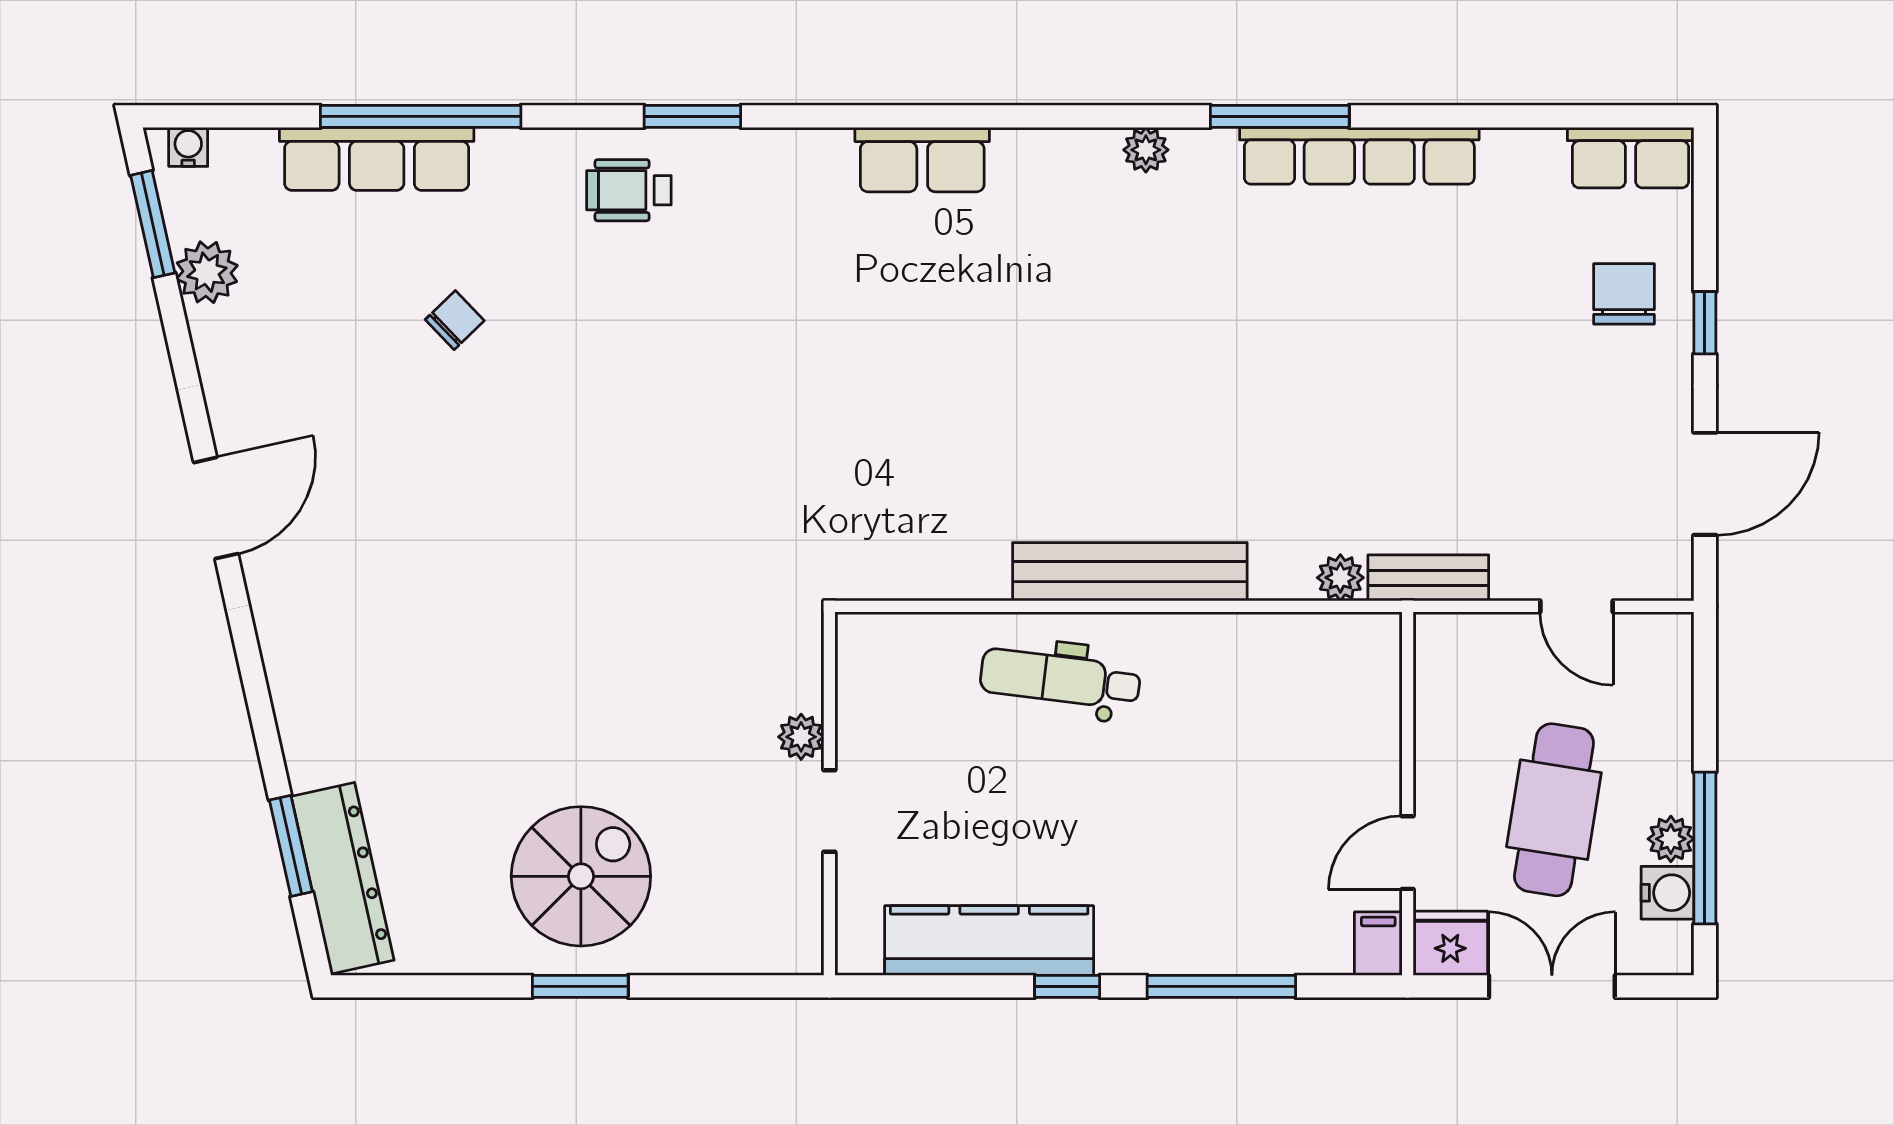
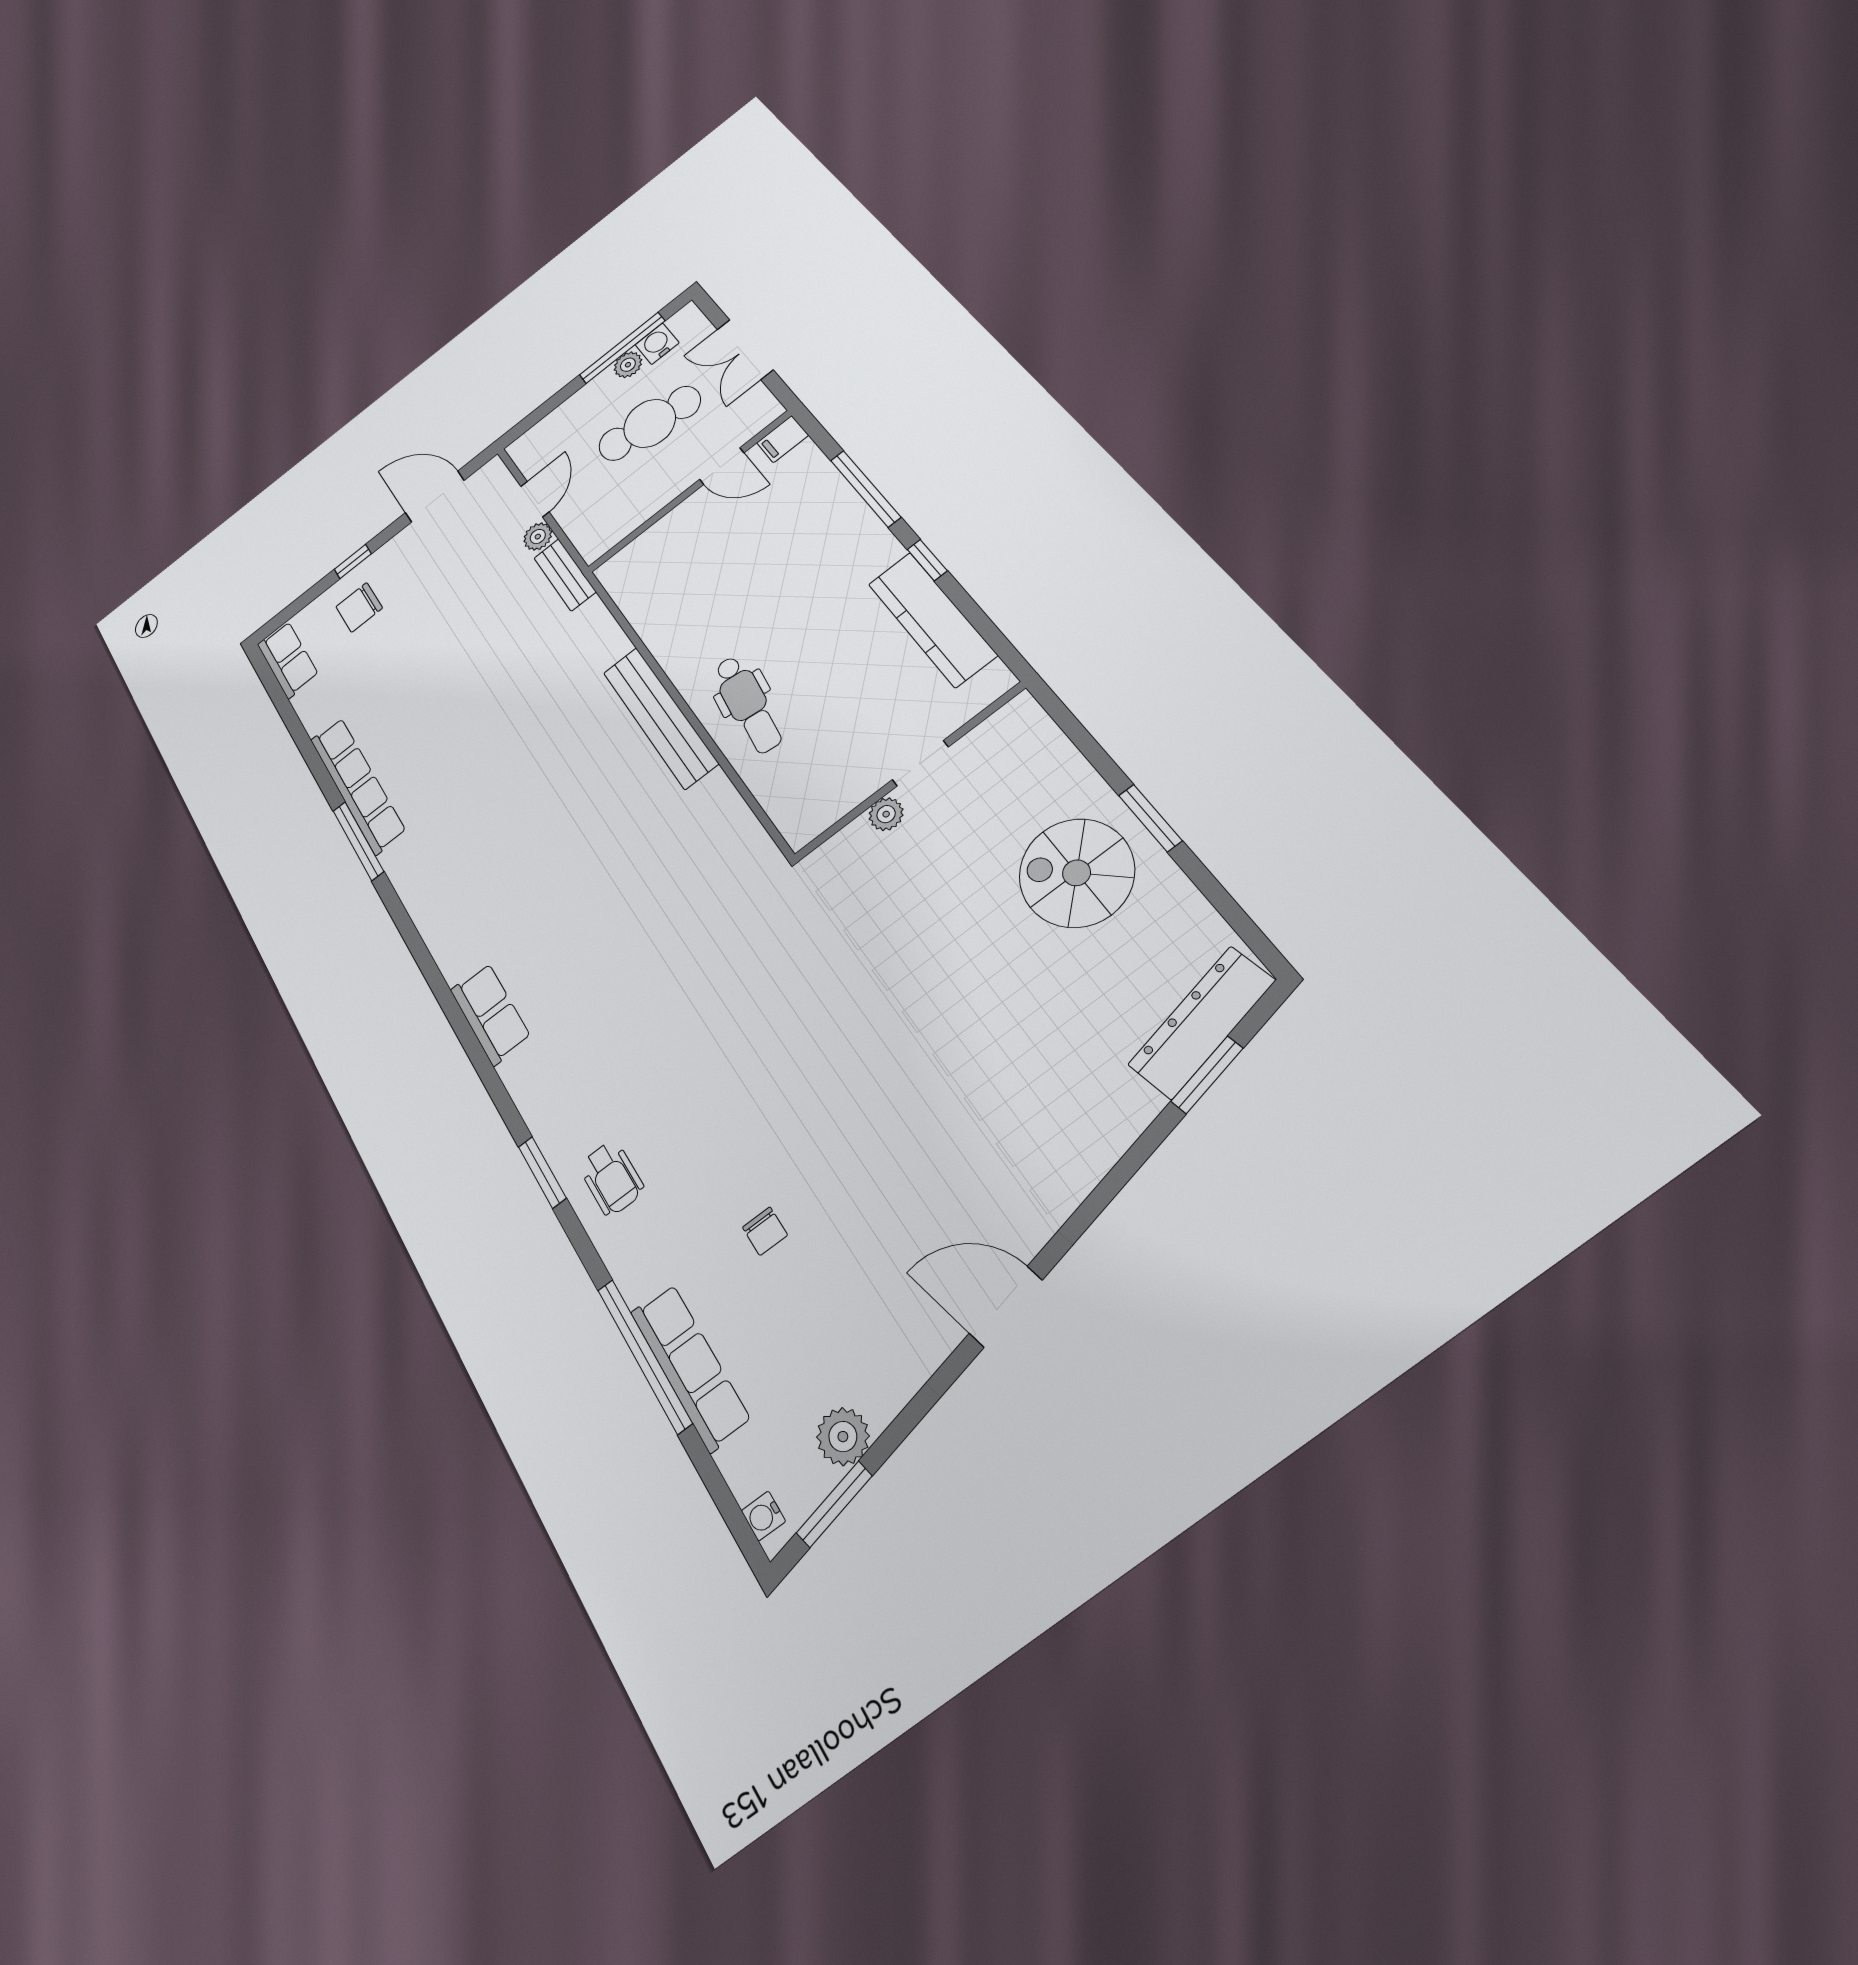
plant: (1146, 150) -> (415, 895), removed
chair: (455, 320) -> (765, 1231), turned -136
plant: (1340, 578) -> (538, 537), moved
fridge: (1450, 943) -> (757, 409), removed

